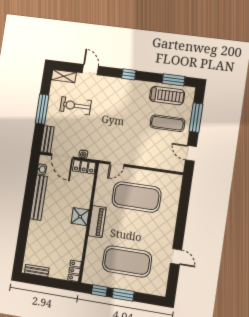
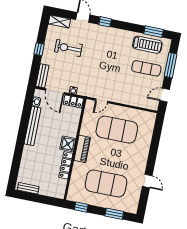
window: (129, 74) -> (105, 22), moved
window: (42, 109) -> (39, 49), width x0.46
door: (191, 153) -> (165, 95), hinge flipped
locker: (75, 271) -> (66, 165), moved, width x1.53
window: (123, 295) -> (114, 214), moved

